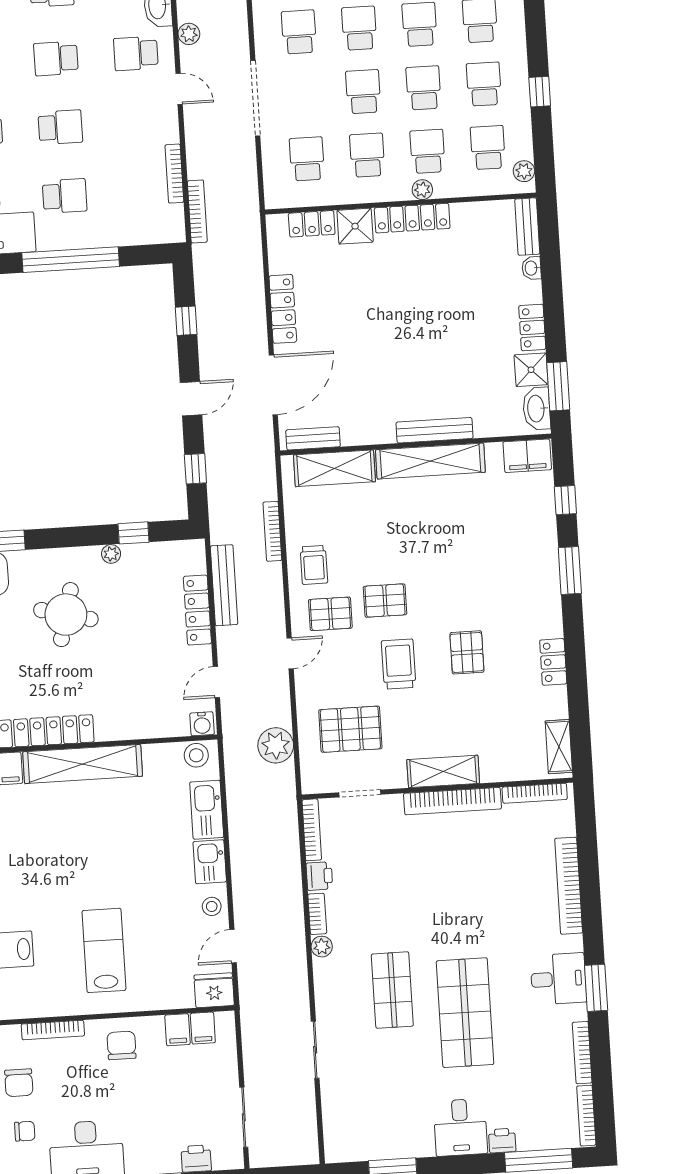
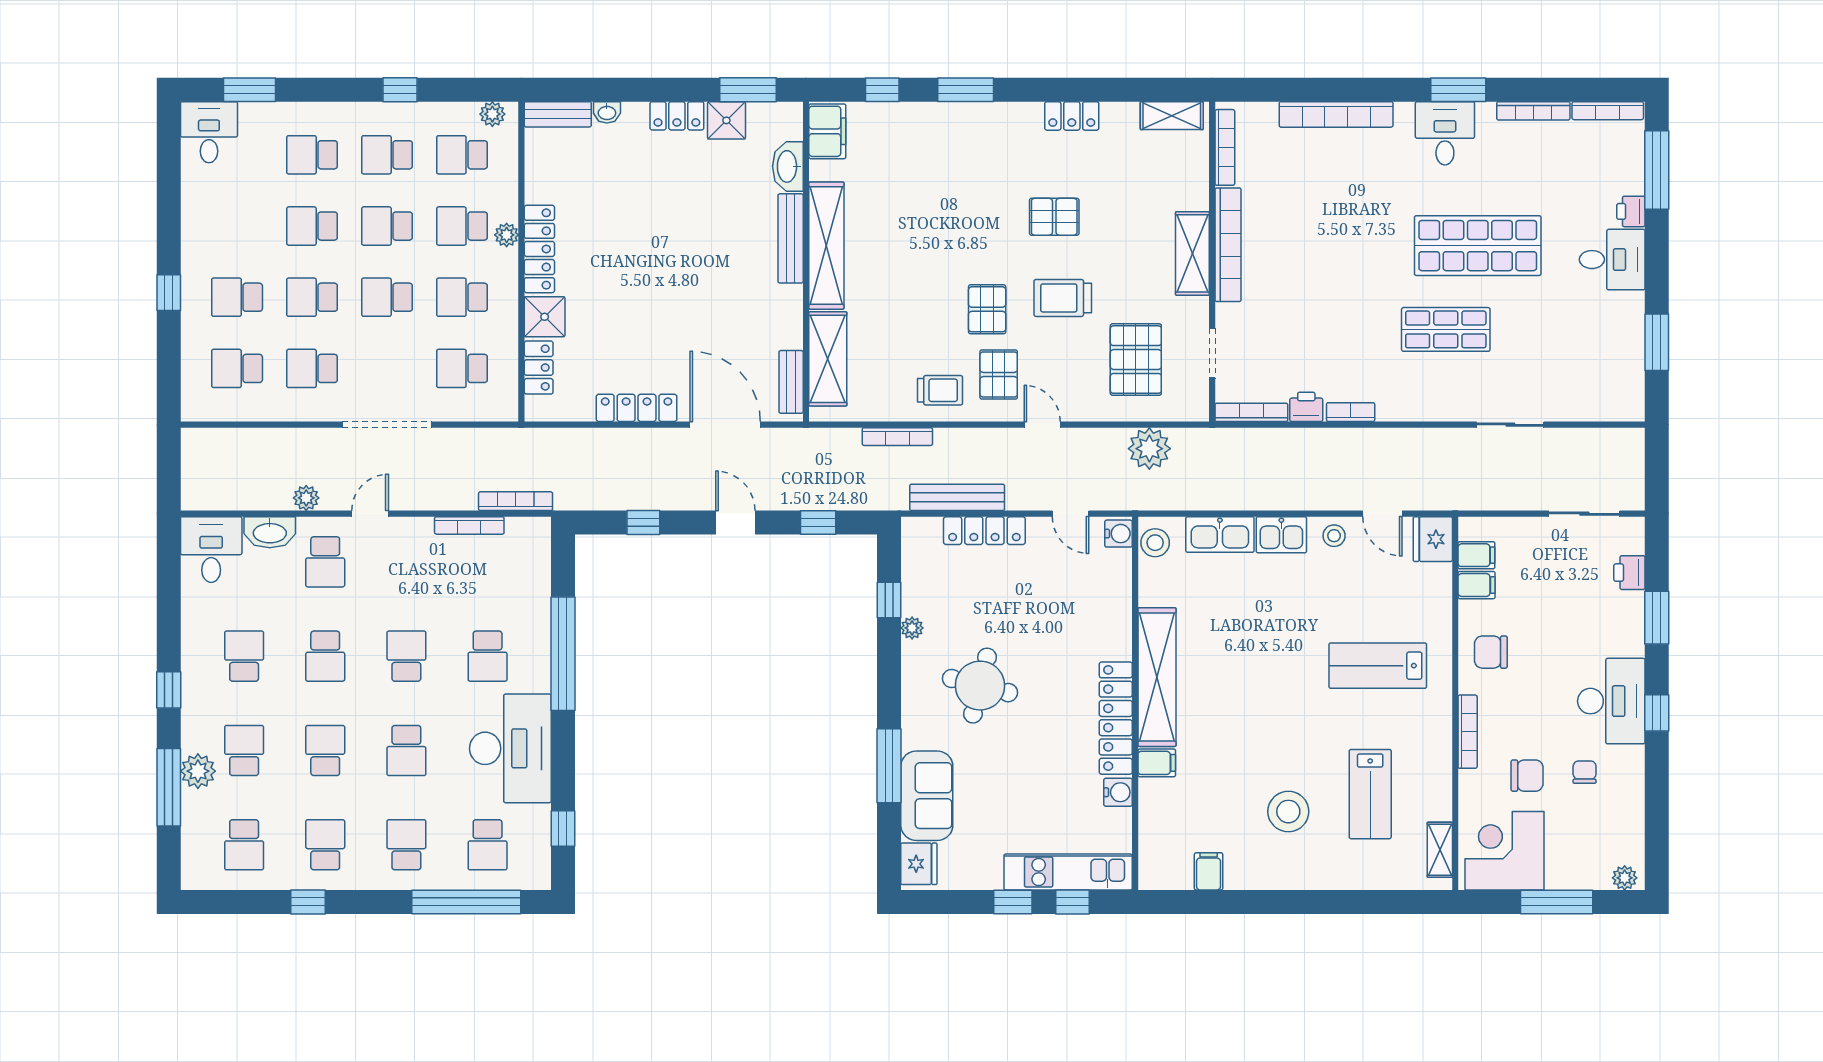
school desk: (65, 196) -> (488, 656), turned 180
washbasin: (537, 409) -> (788, 166), moved, turned 90
plant: (322, 947) -> (1389, 409), removed

